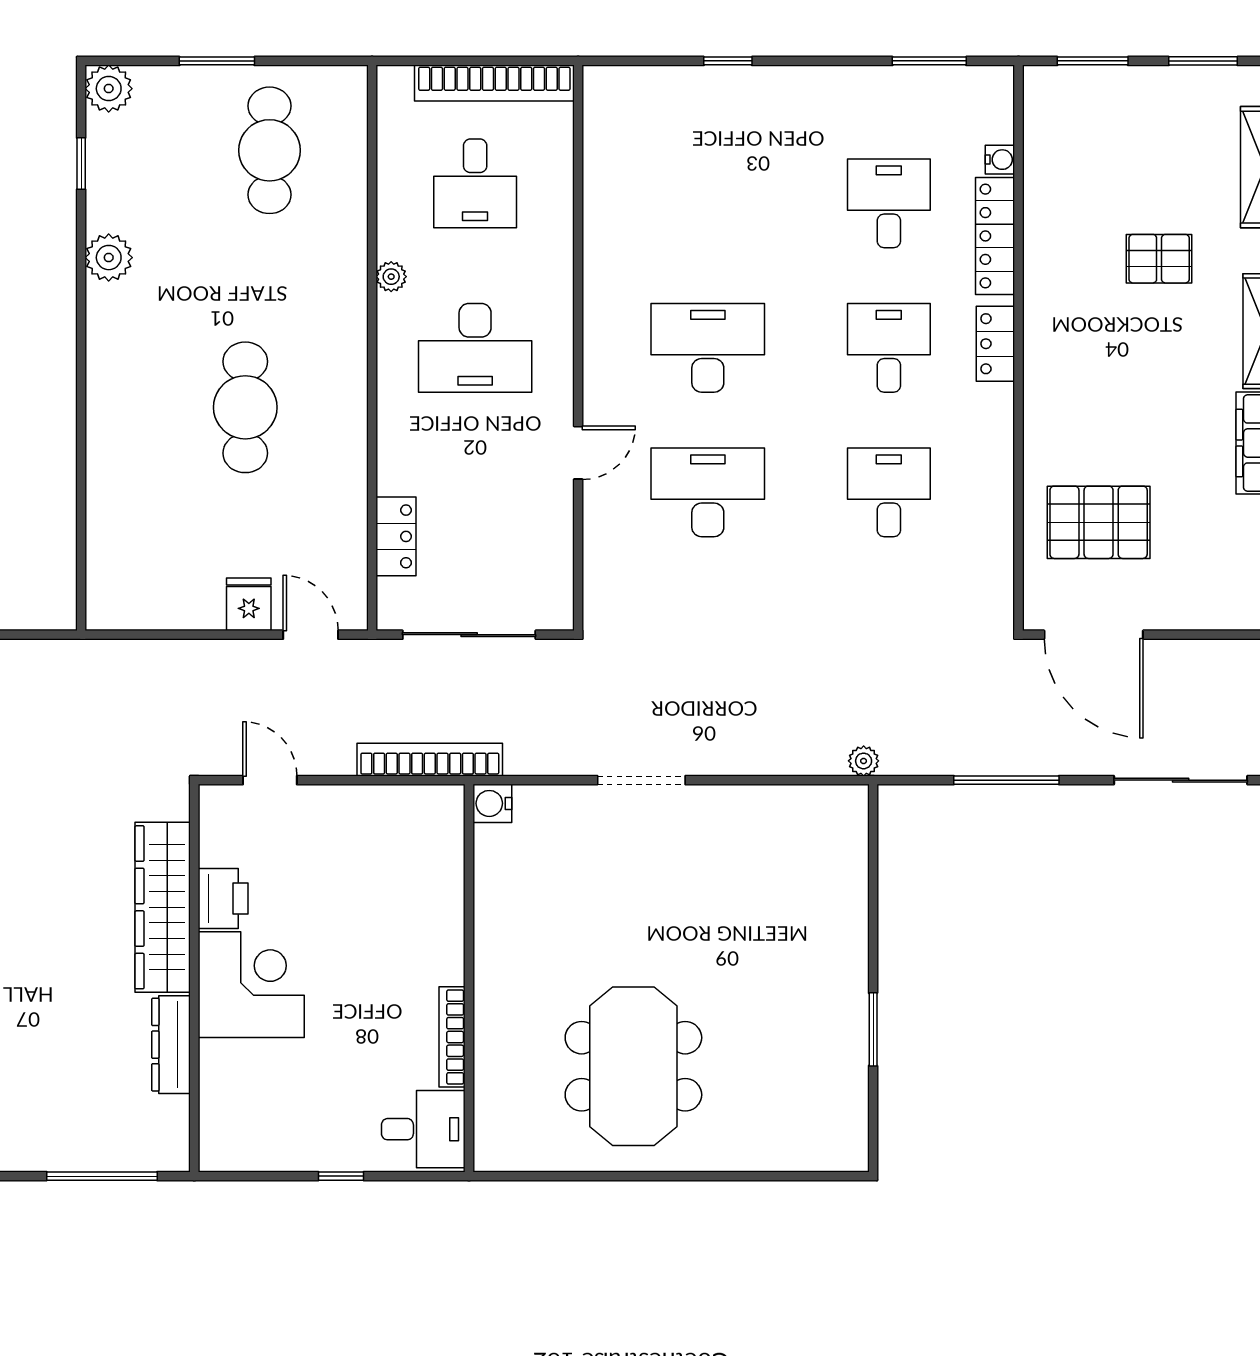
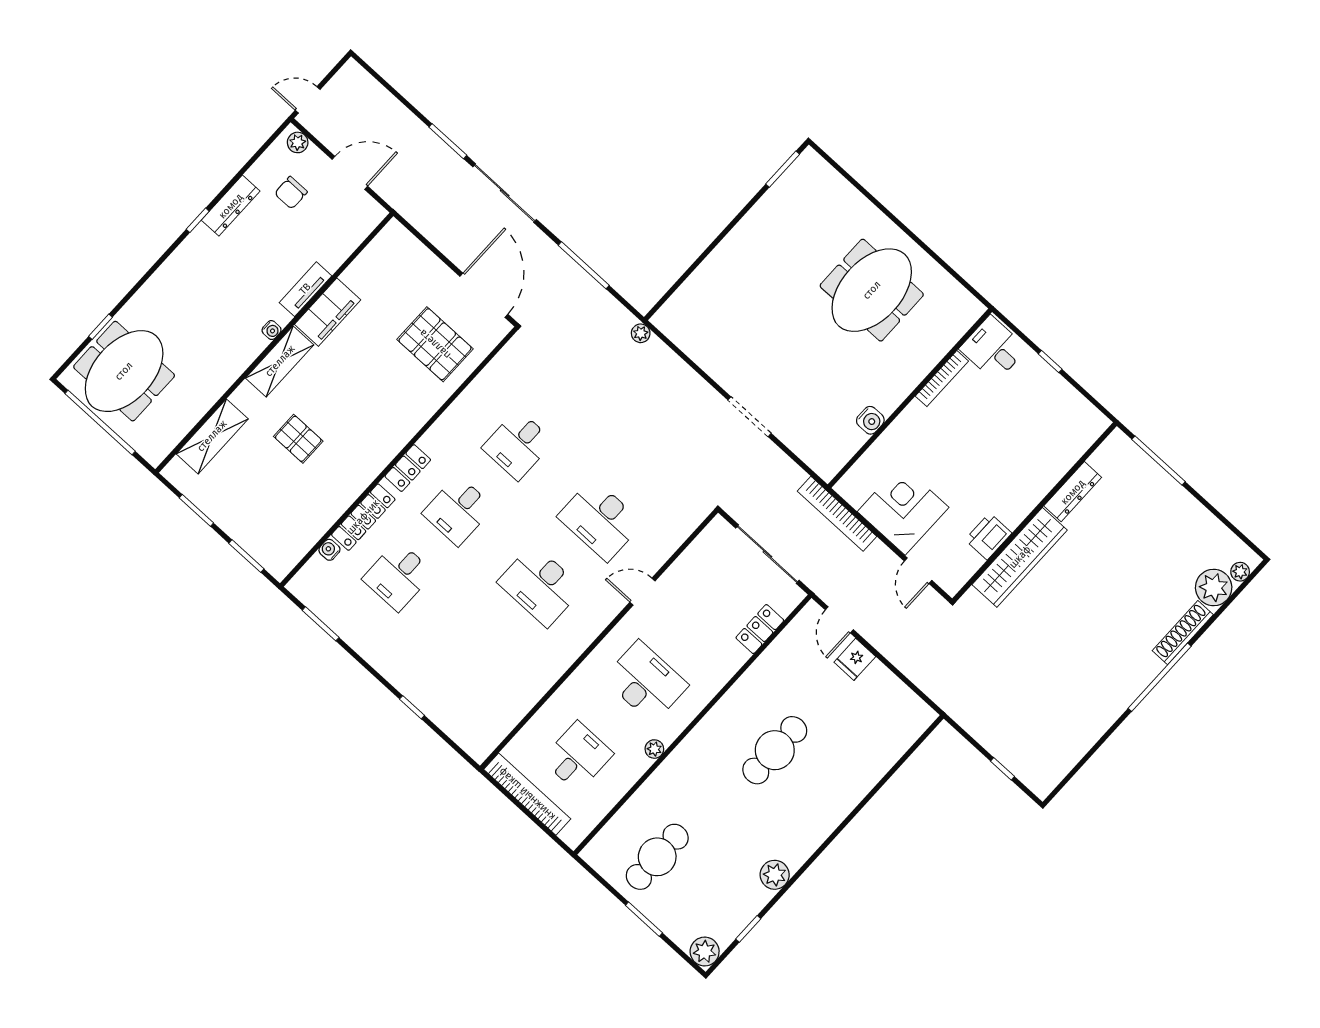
water cooler: (492, 803) -> (870, 420), moved
corner desk: (251, 985) -> (903, 510), moved, turned 90
window: (873, 1029) -> (783, 169), moved

